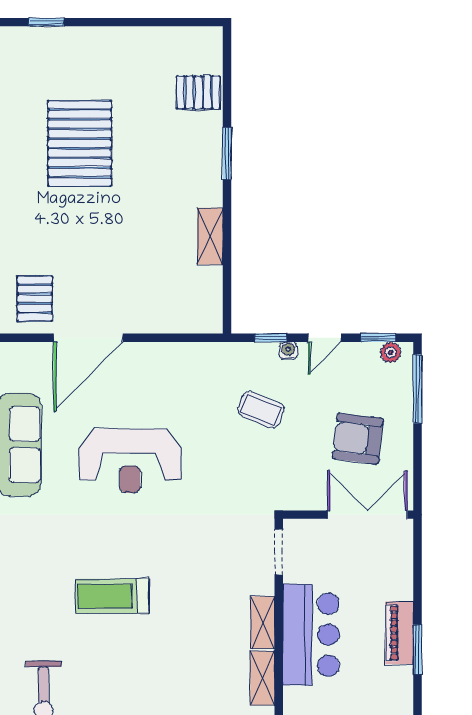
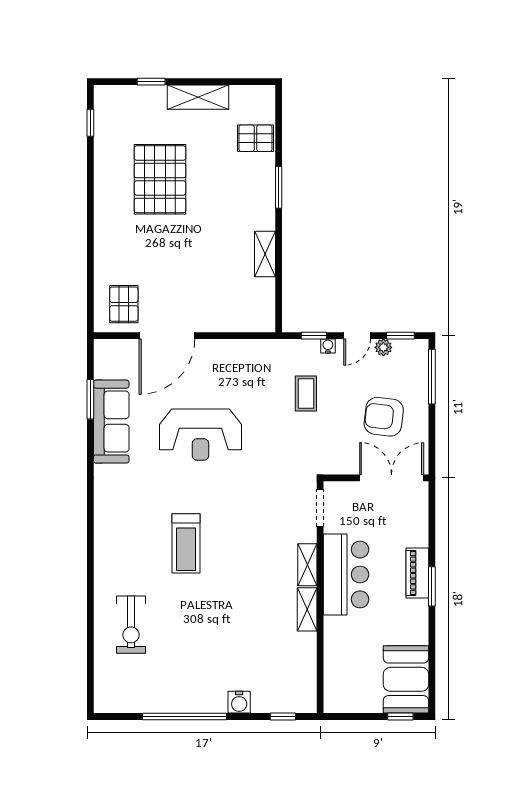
window: (46, 22) -> (151, 82), moved
shelving: (127, 41) -> (198, 97), added
plant: (391, 352) -> (383, 347), moved
coffee table: (261, 410) -> (306, 393), turned 68
treadmill: (112, 596) -> (186, 543), turned -90

